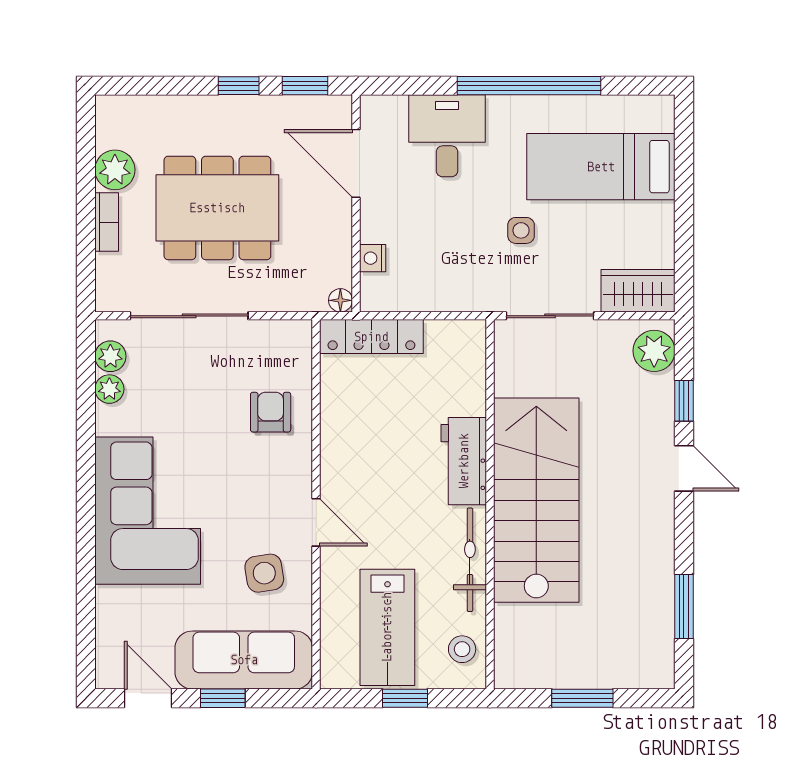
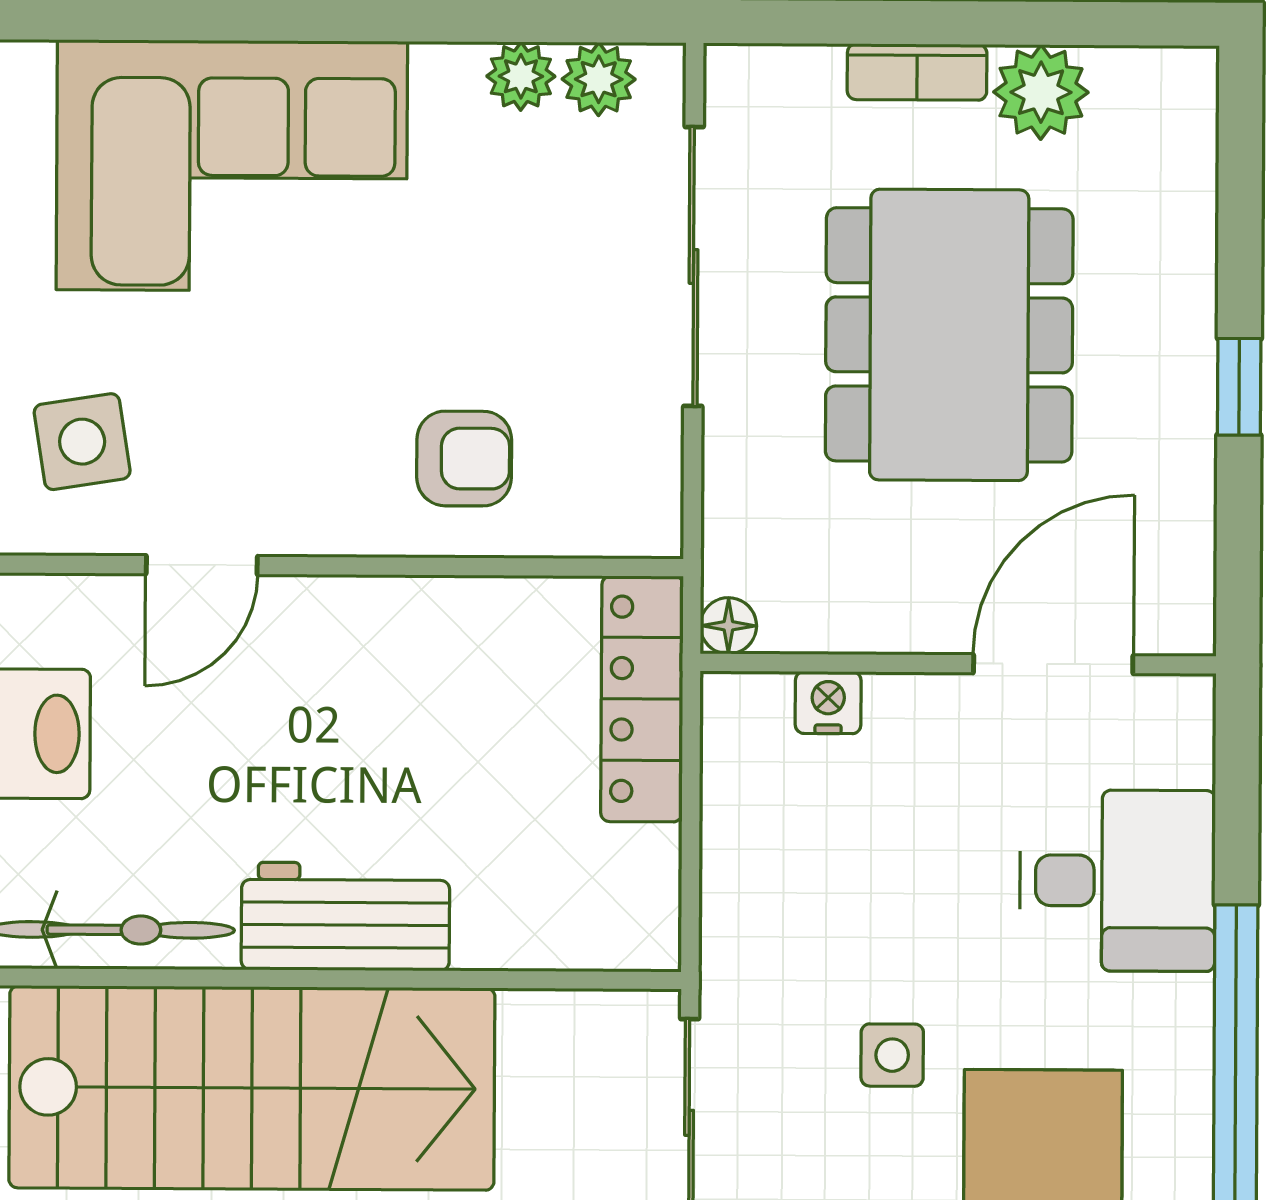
window: (305, 86) -> (1238, 544), removed

